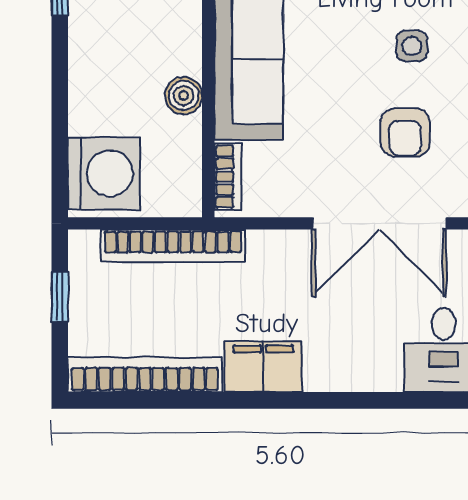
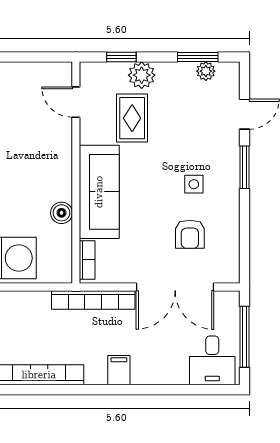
bookcase: (173, 246) -> (93, 300), moved
filing cabinet: (263, 367) -> (119, 370), width x0.50

